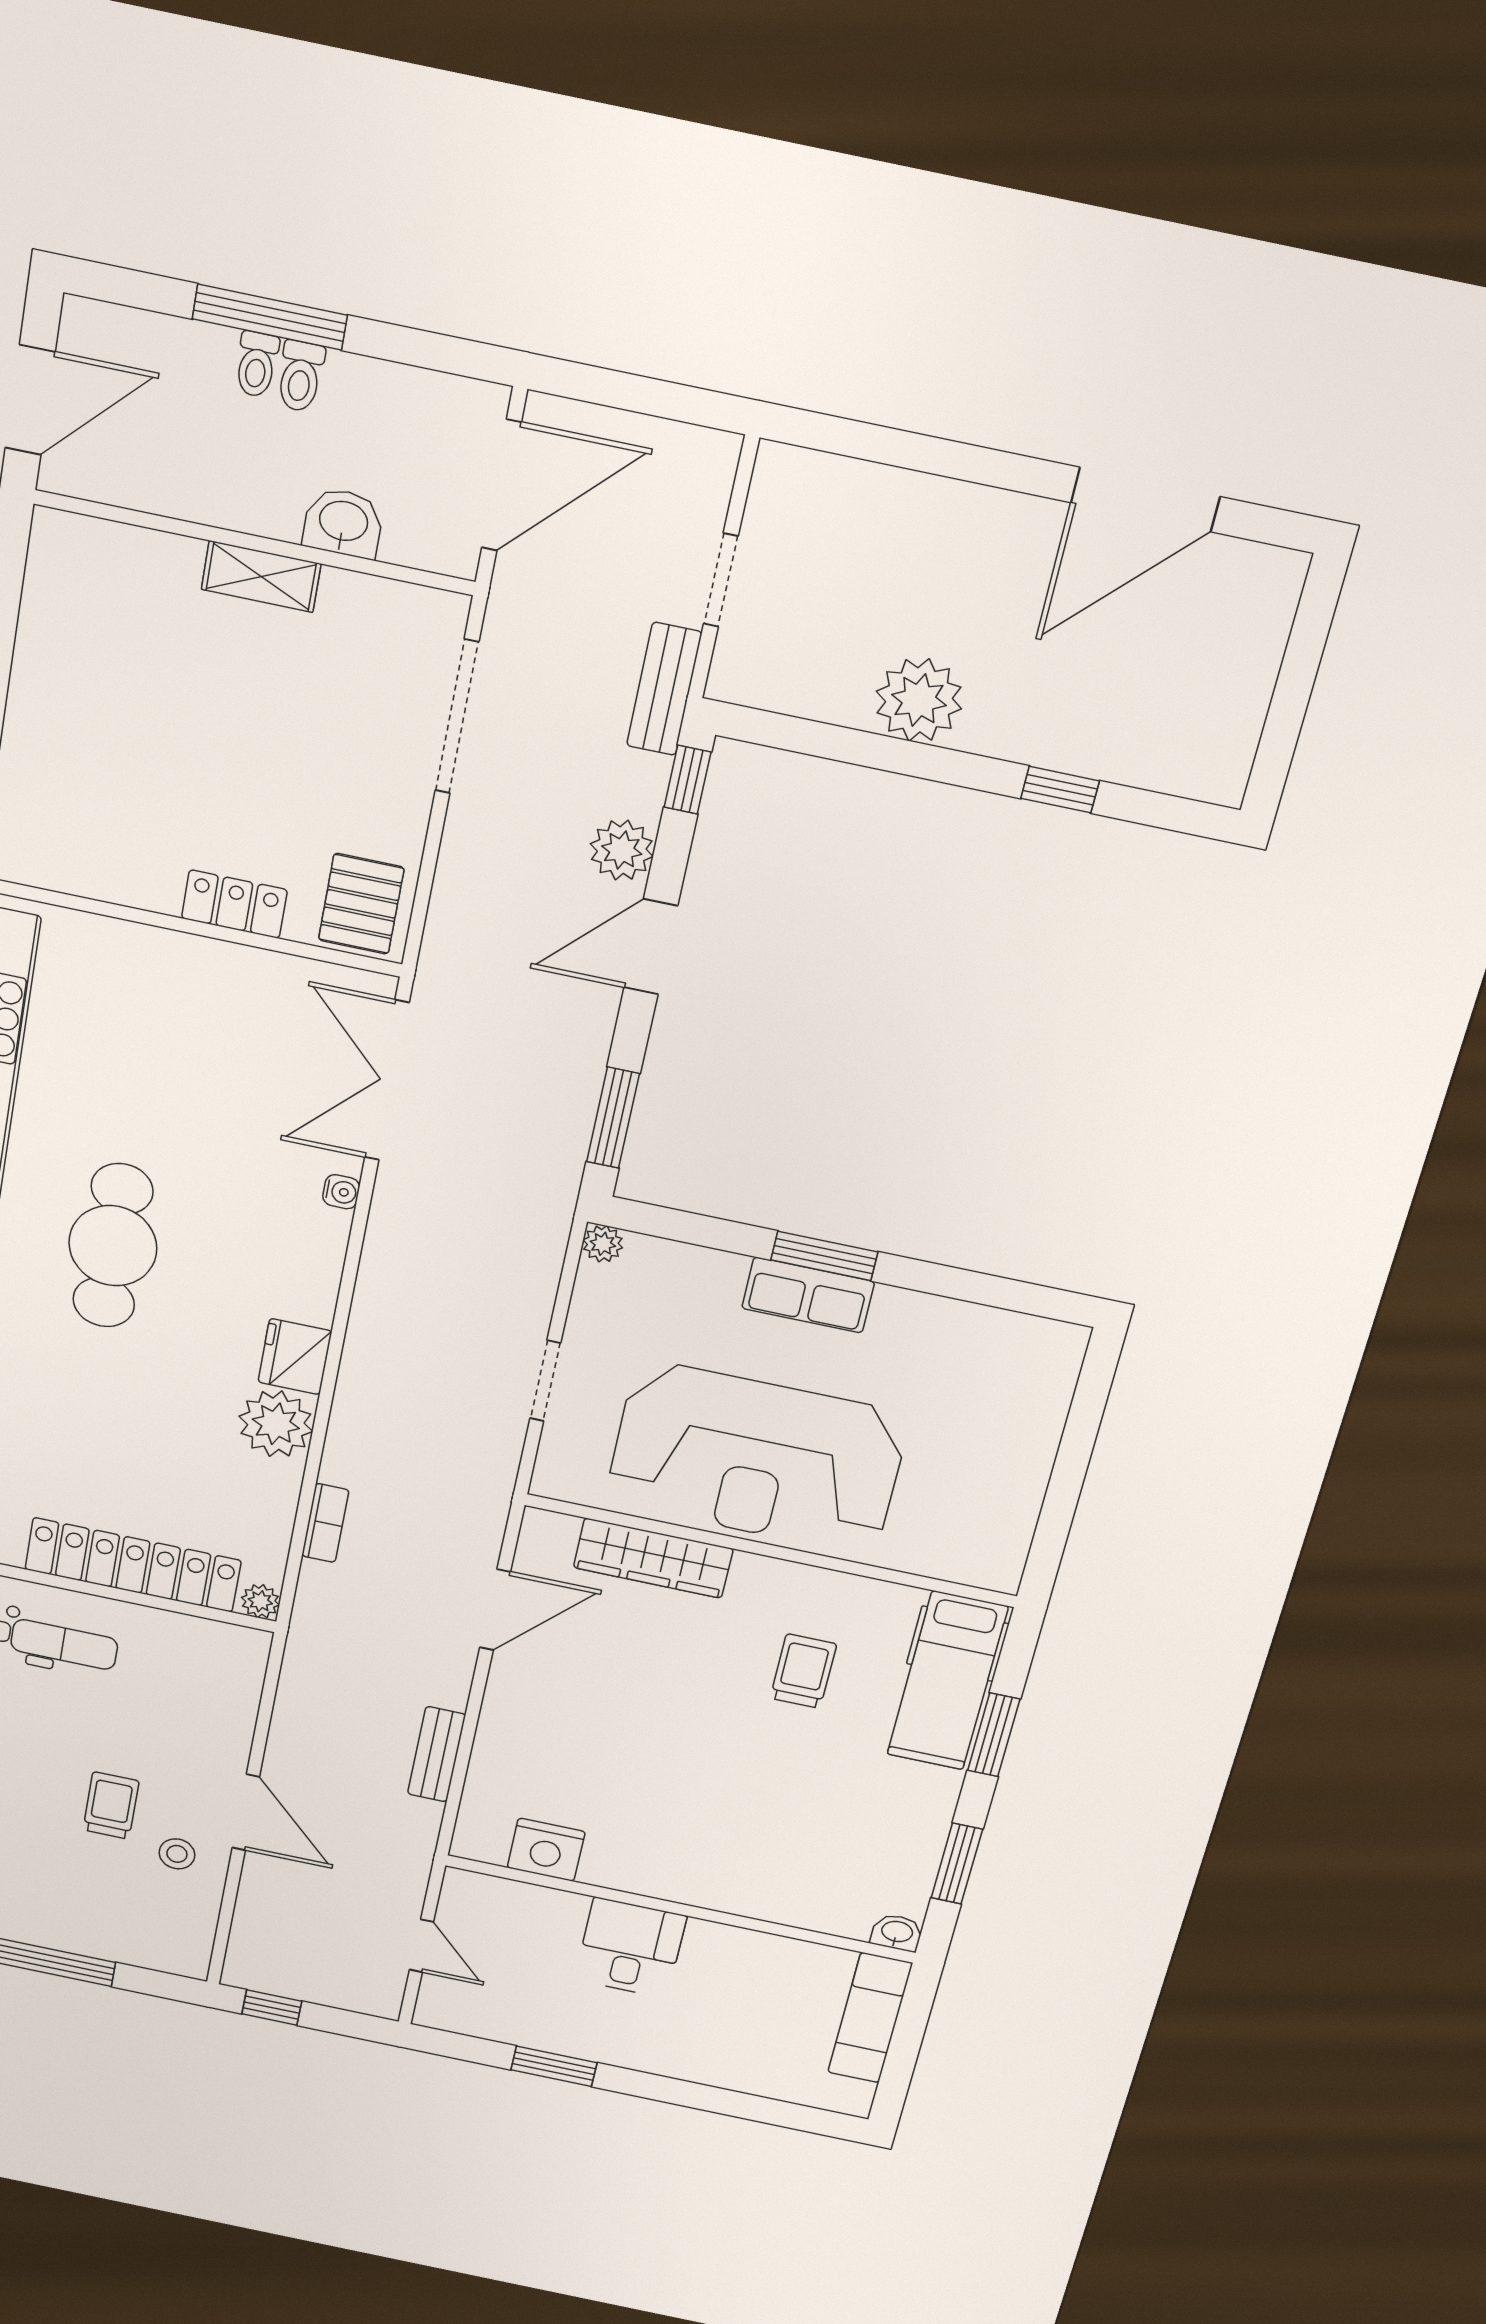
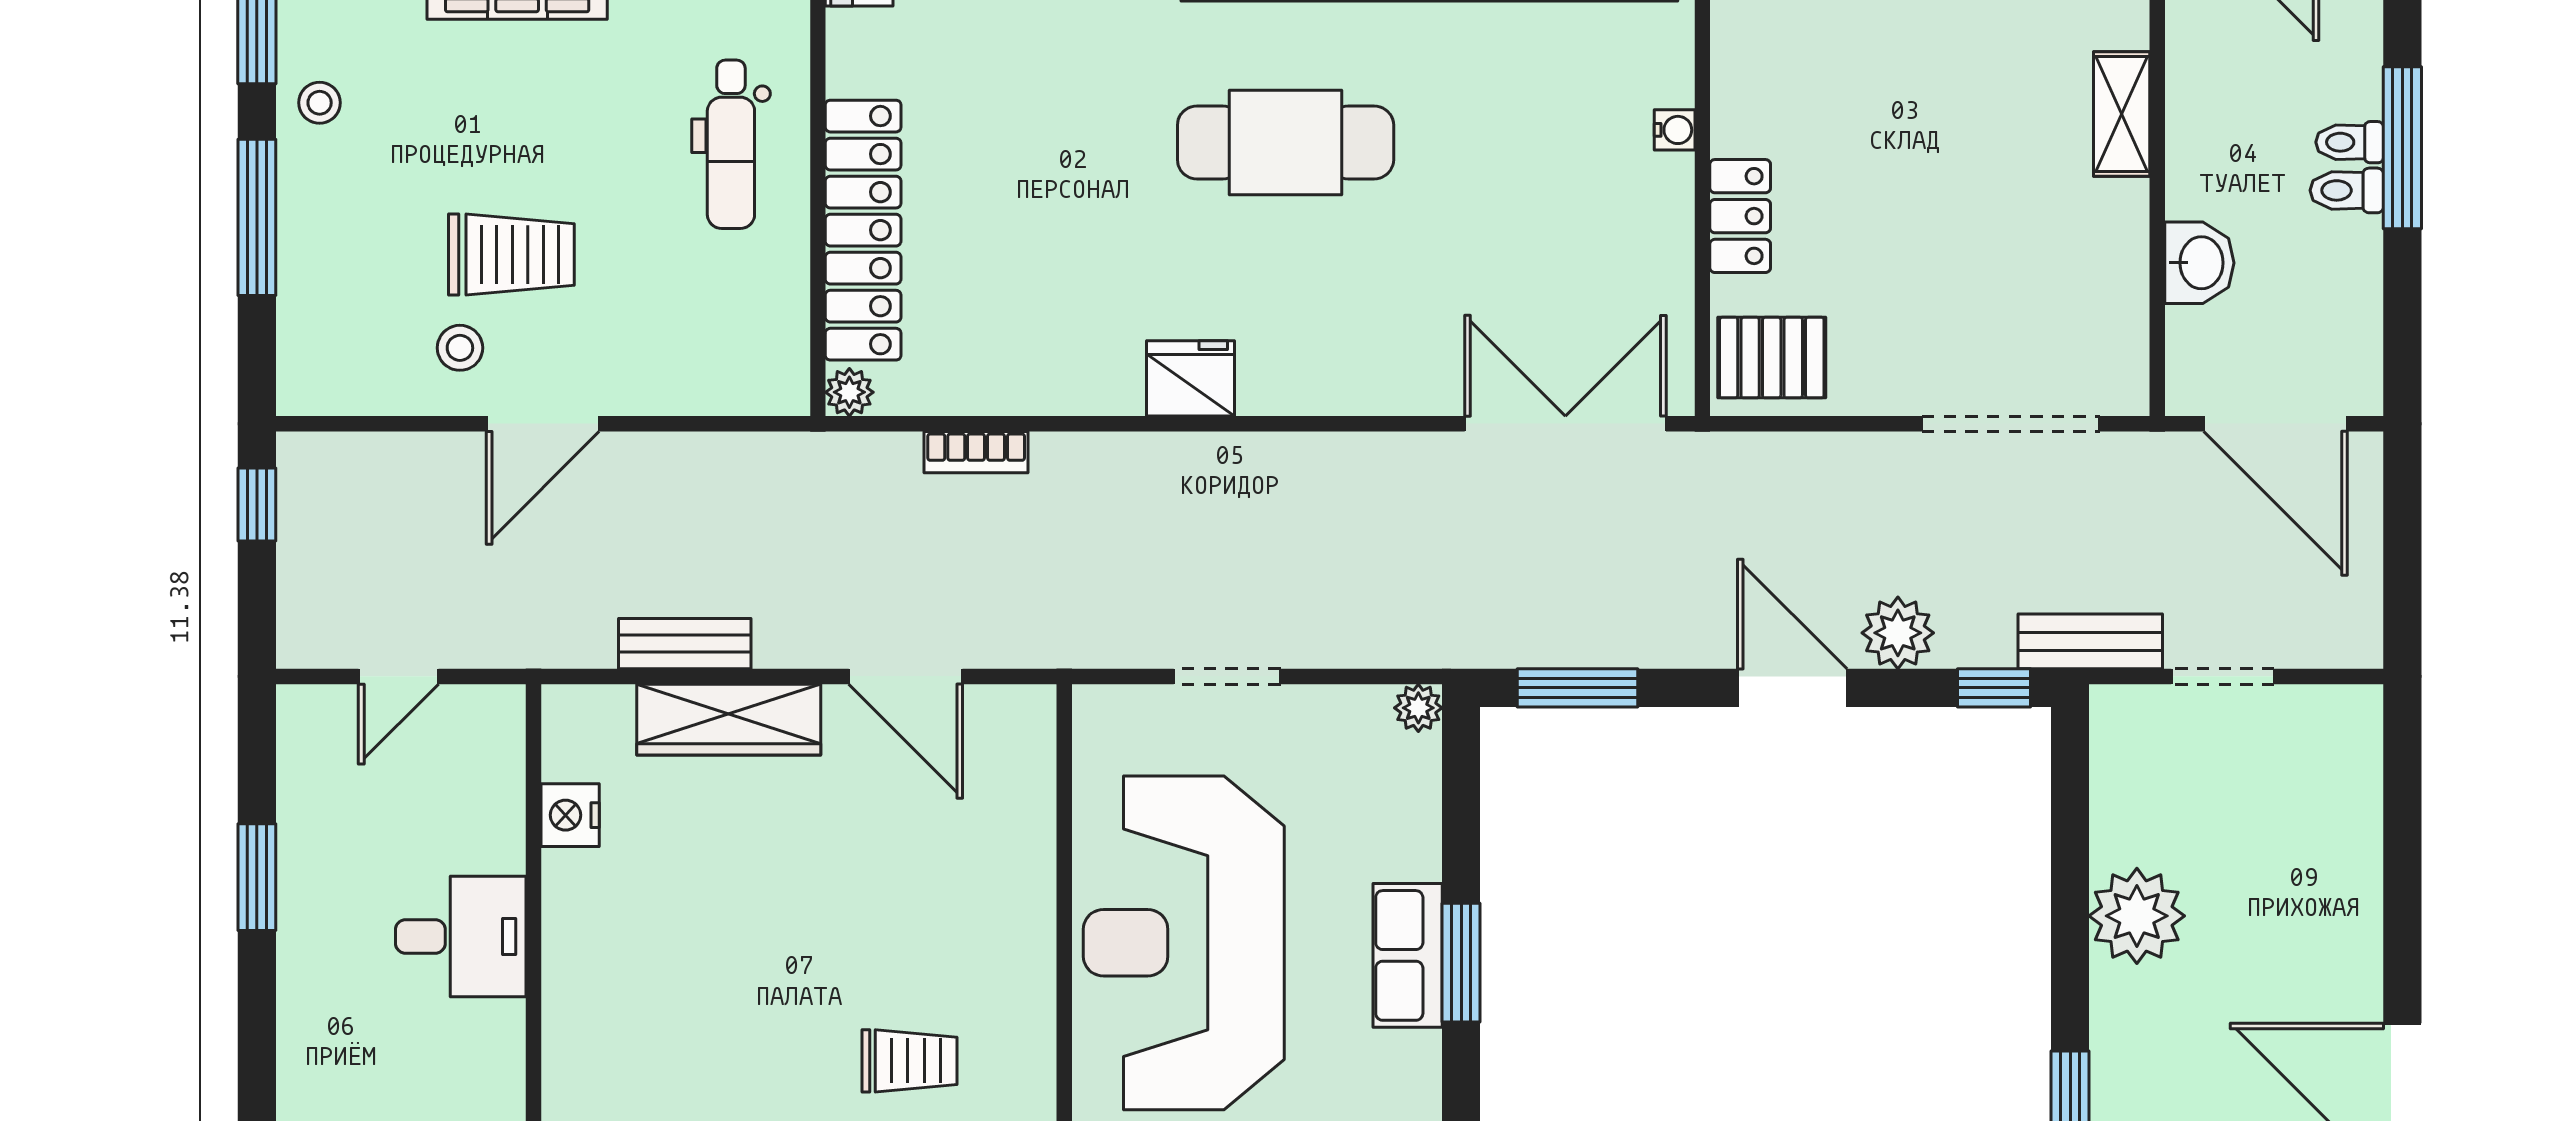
shelving: (261, 577) -> (2122, 114), moved
water cooler: (341, 1192) -> (1675, 130), moved, turned -90
plant: (276, 1424) -> (1096, 371), removed
wardrobe: (653, 1558) -> (729, 720), moved, turned -90
trolley: (111, 1806) -> (511, 255), width x1.36, depth x1.39
nightstand: (546, 1850) -> (570, 815), width x0.74, depth x0.75

